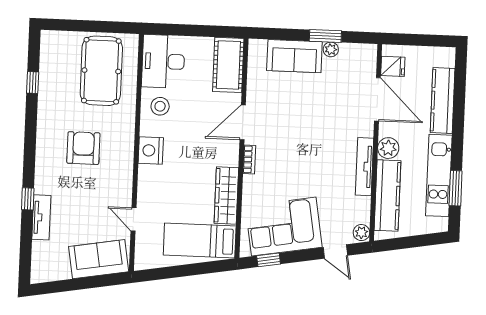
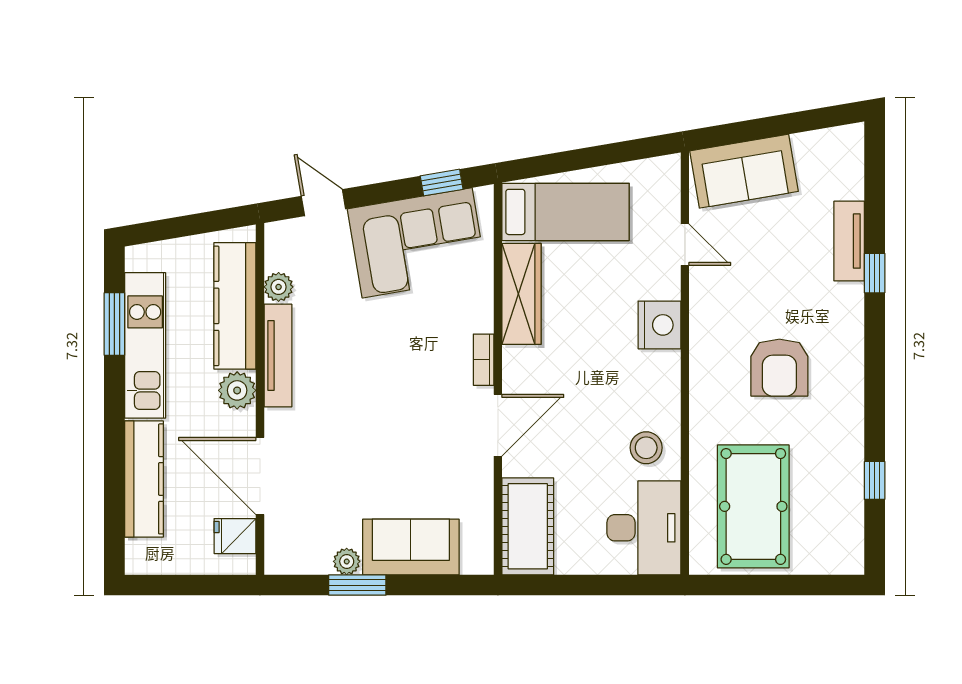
nightstand: (151, 150) -> (659, 325), moved
plant: (361, 233) -> (279, 287), moved

